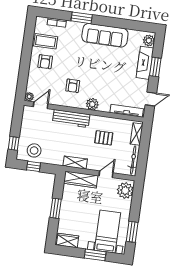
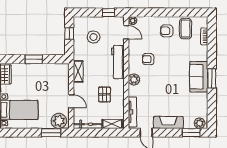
window: (82, 18) -> (212, 78), moved
sofa: (105, 35) -> (199, 77), width x0.73
fireplace: (145, 63) -> (168, 122), moved
window: (155, 67) -> (191, 133), moved
window: (14, 143) -> (109, 12), moved
stool: (34, 150) -> (94, 37), moved
wardrobe: (81, 179) -> (63, 79), removed
window: (132, 232) -> (51, 133), moved

